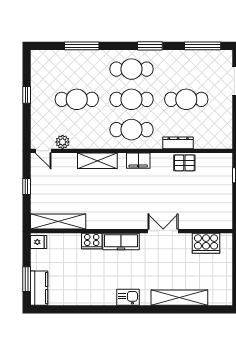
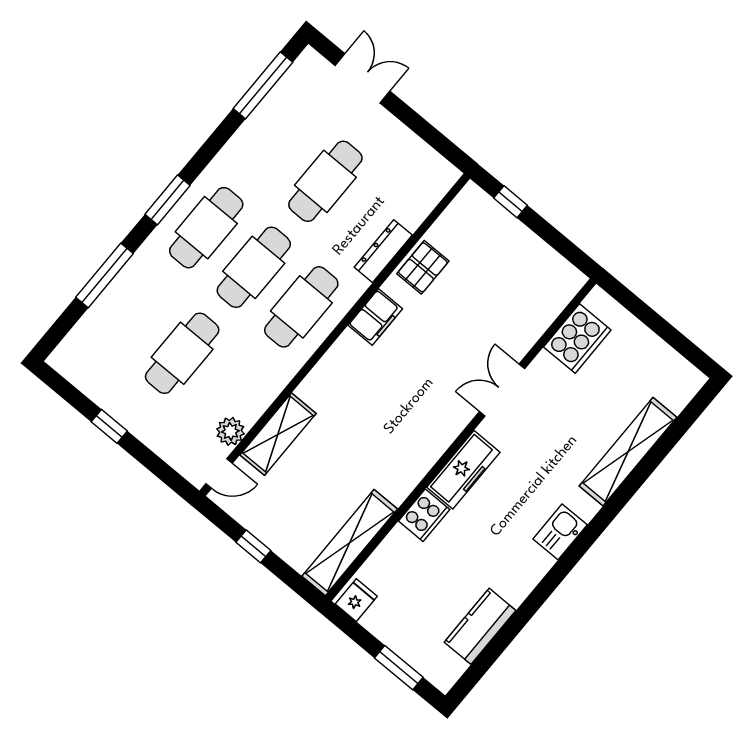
window: (150, 46) -> (168, 200), moved
shelving: (97, 161) -> (278, 434), moved
filing cabinet: (138, 161) -> (375, 317), moved
kitchen counter: (39, 288) -> (480, 626), moved, turned -90

